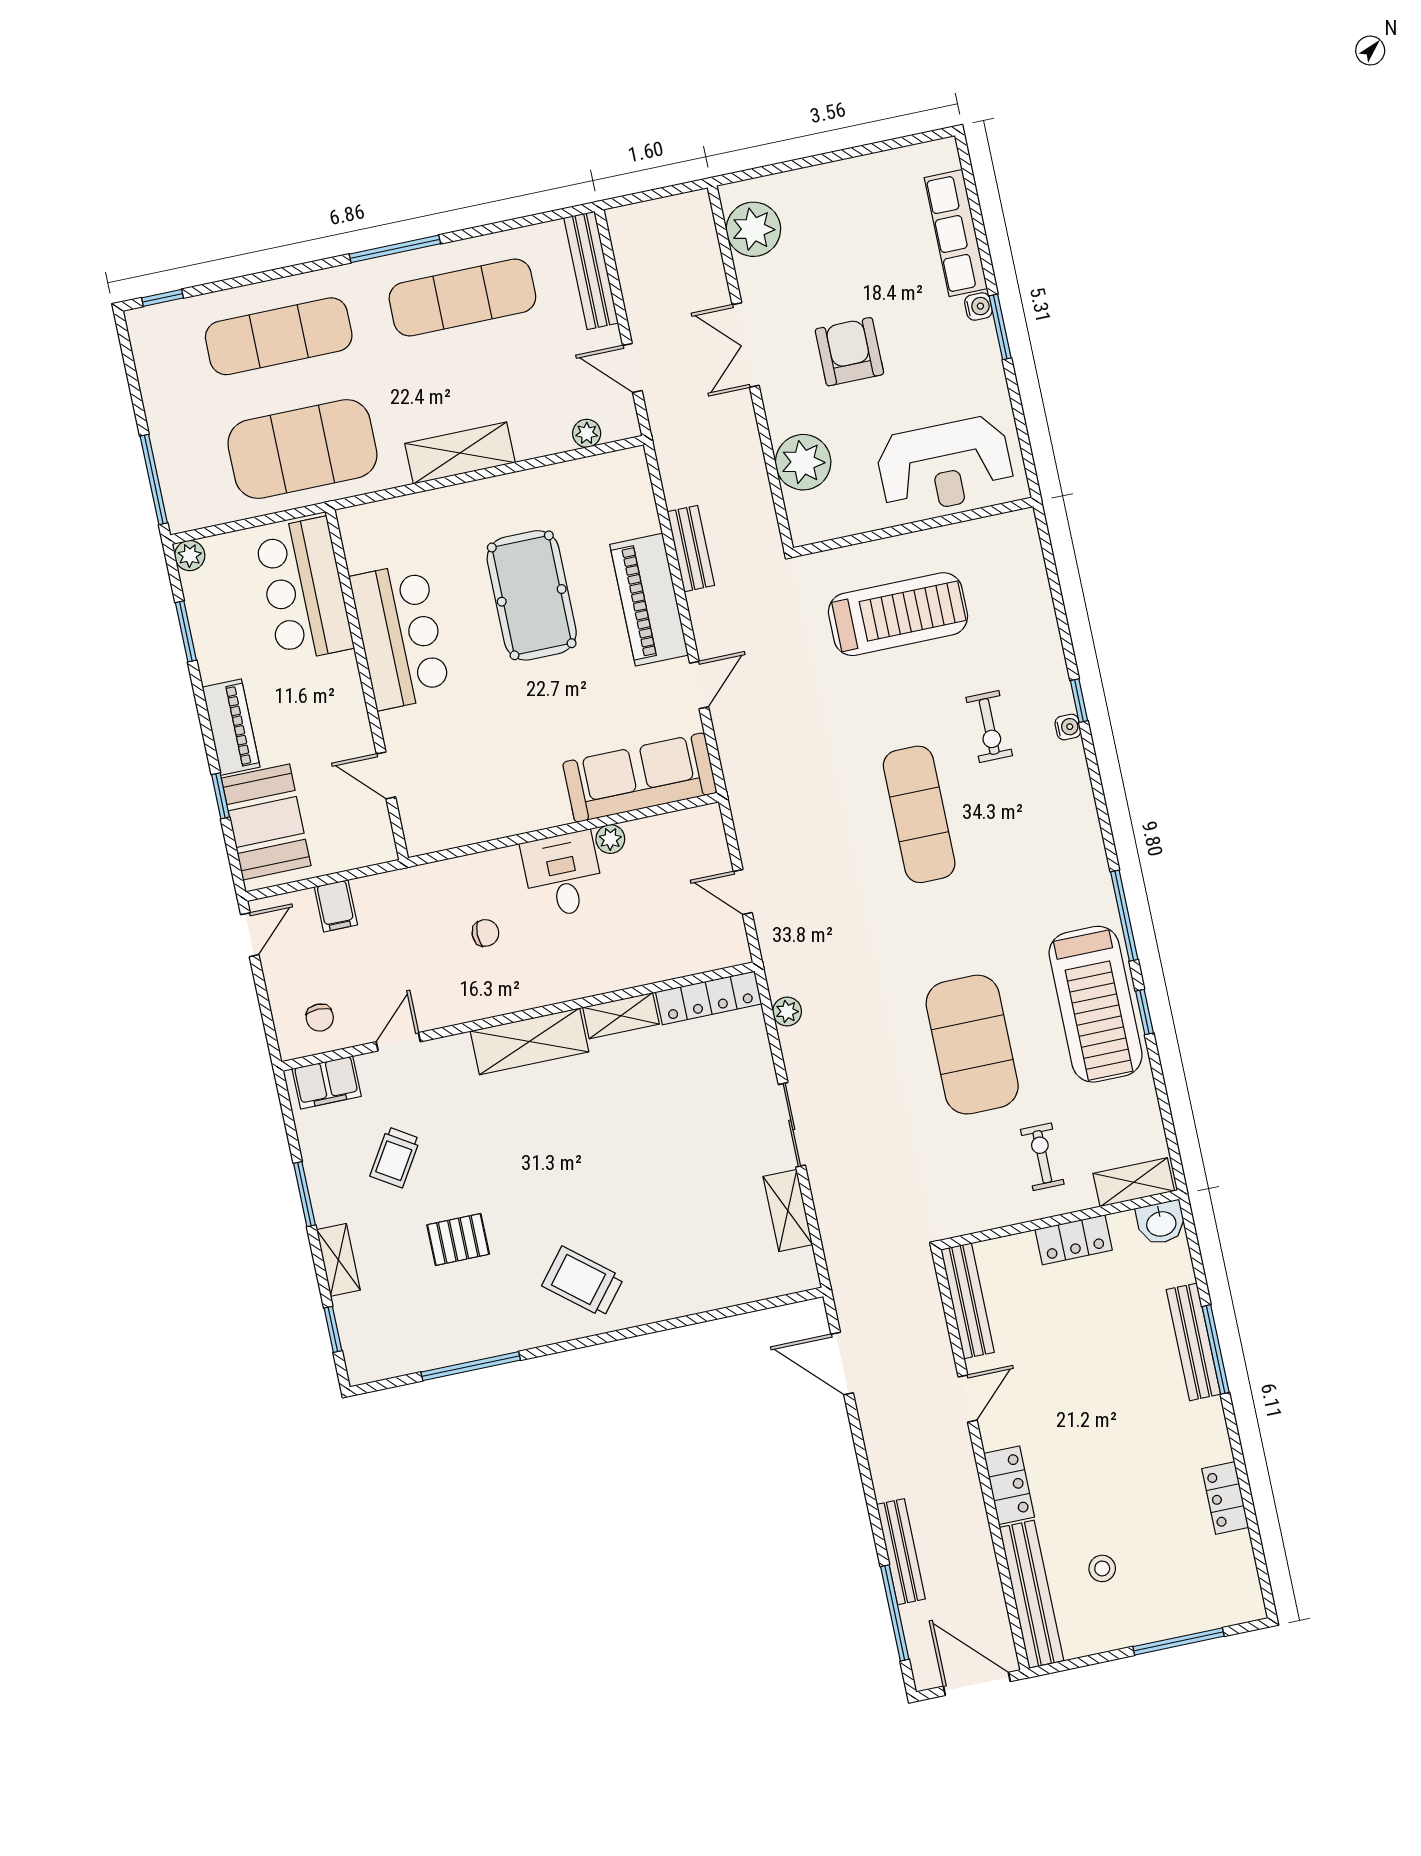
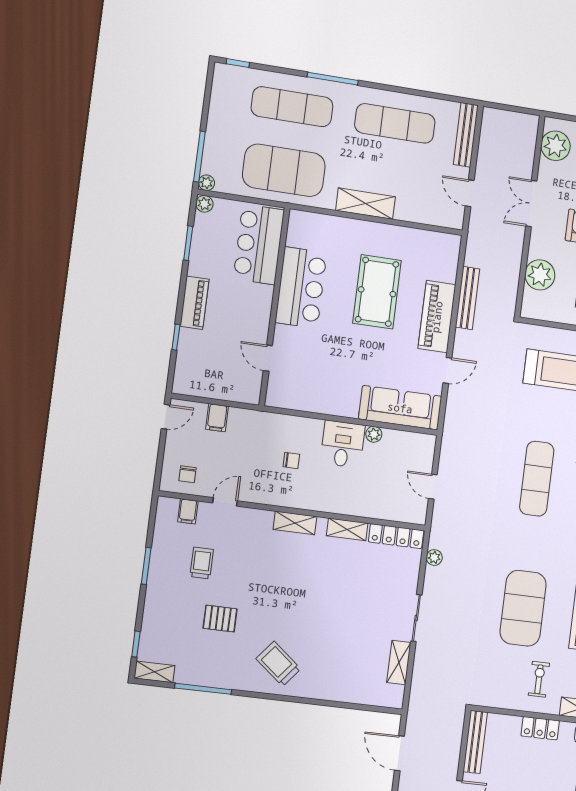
window: (395, 249) -> (333, 79), moved
plant: (587, 433) -> (207, 183), moved
bench: (691, 549) -> (467, 298), width x1.36
booth: (266, 822) -> (195, 360), removed
shelving: (530, 1041) -> (295, 523), width x0.67, depth x0.75
filing cabinet: (327, 1082) -> (188, 511), width x0.50
trolley: (395, 1157) -> (202, 563), turned 148
shelving: (338, 1260) -> (154, 672), moved, turned 90

